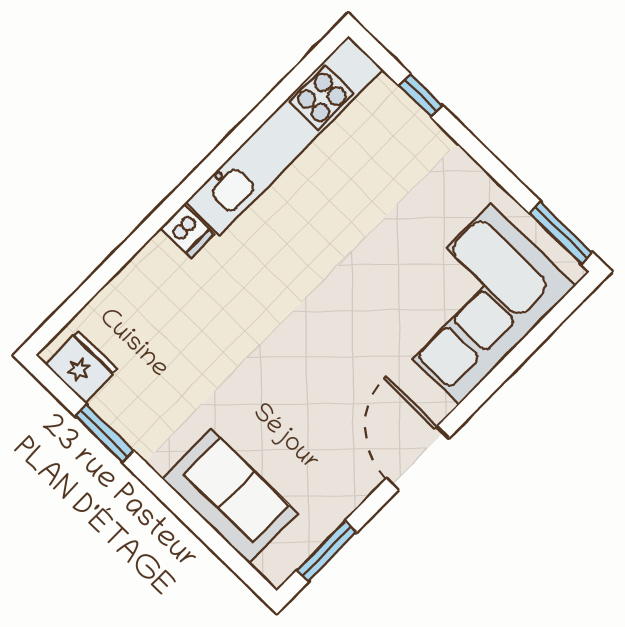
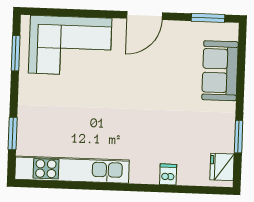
window: (421, 96) -> (13, 134), width x1.50
dishwasher: (187, 231) -> (168, 174), moved
window: (561, 233) -> (16, 53), moved

